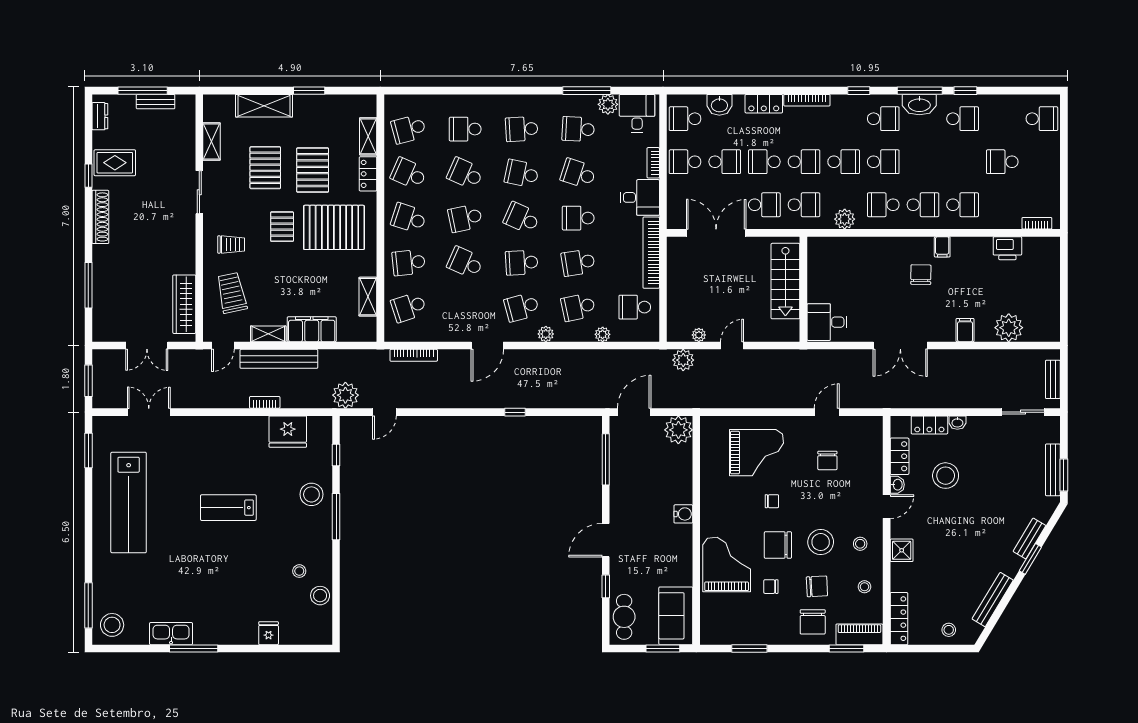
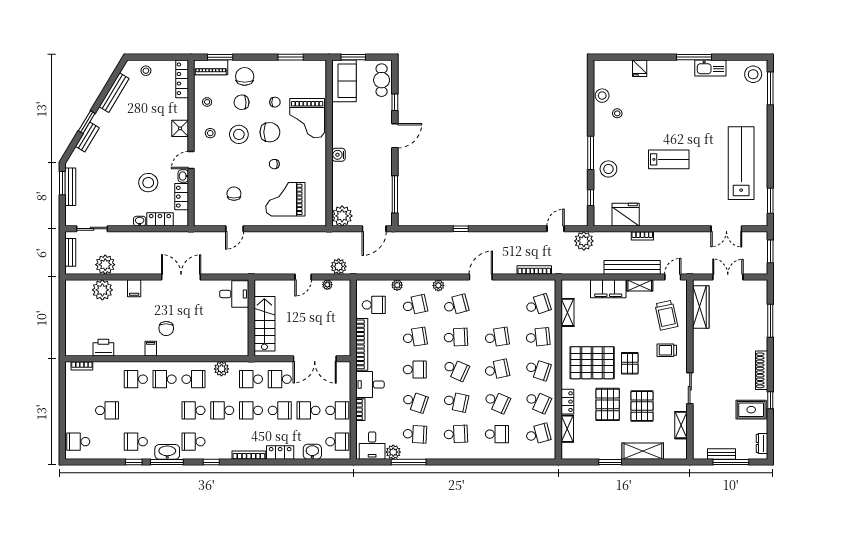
school desk: (465, 263) -> (497, 337), turned -33
plant: (1005, 363) -> (105, 265), added

